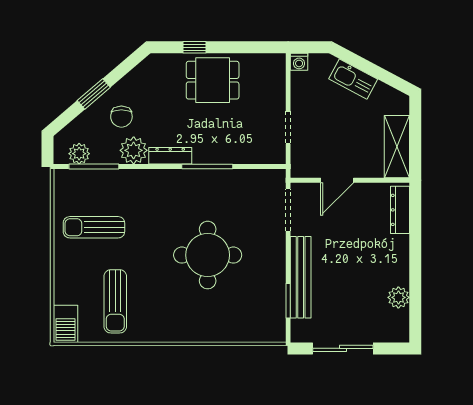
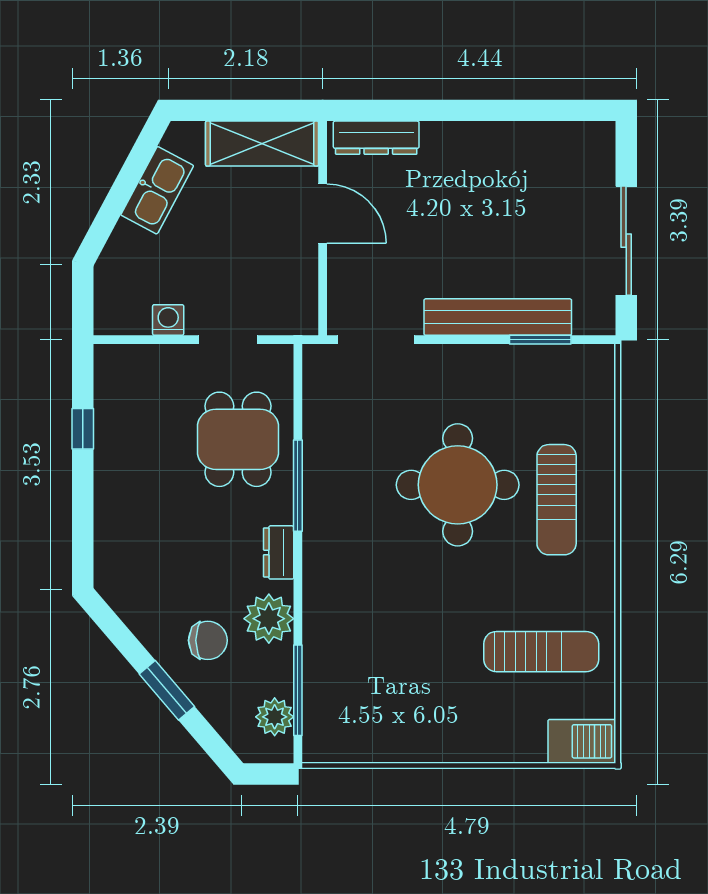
window: (195, 47) -> (83, 429), moved
washing machine: (299, 62) -> (168, 320), moved, turned -90
kitchen sink: (353, 79) -> (157, 190), moved
dining table: (213, 80) -> (238, 439), moved
dresser: (170, 156) -> (279, 552), width x0.70
door: (337, 180) -> (323, 214), moved
sun lounger: (94, 227) -> (557, 500), moved
plant: (398, 297) -> (534, 140), removed

